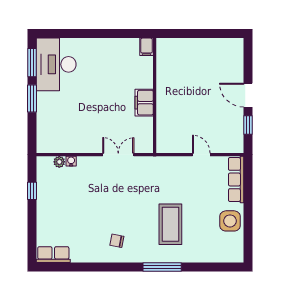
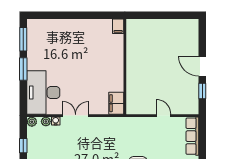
desk: (56, 64) -> (43, 93), moved
filing cabinet: (144, 103) -> (116, 103), moved
double door: (118, 155) -> (76, 116), moved
plant: (42, 162) -> (32, 122), added

